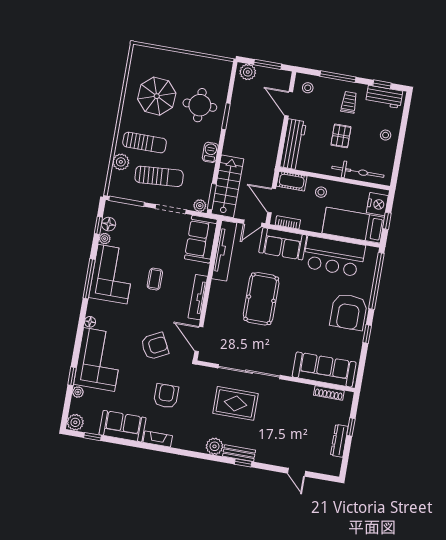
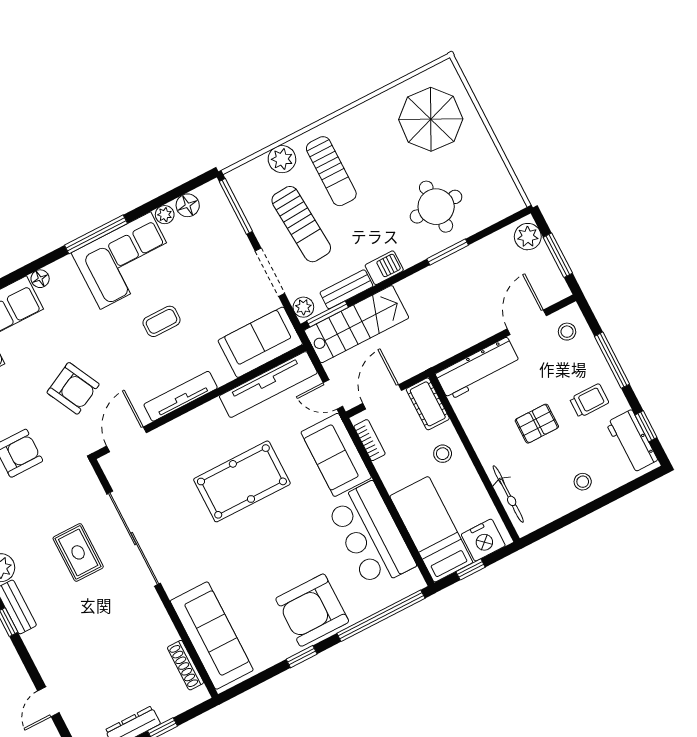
parasol: (157, 96) -> (431, 119), moved
bicycle: (358, 172) -> (508, 494), width x0.73, depth x0.71
bench: (207, 178) -> (346, 289), added
window: (98, 225) -> (176, 193), removed
rug: (235, 403) -> (78, 552), width x0.73, depth x0.70

